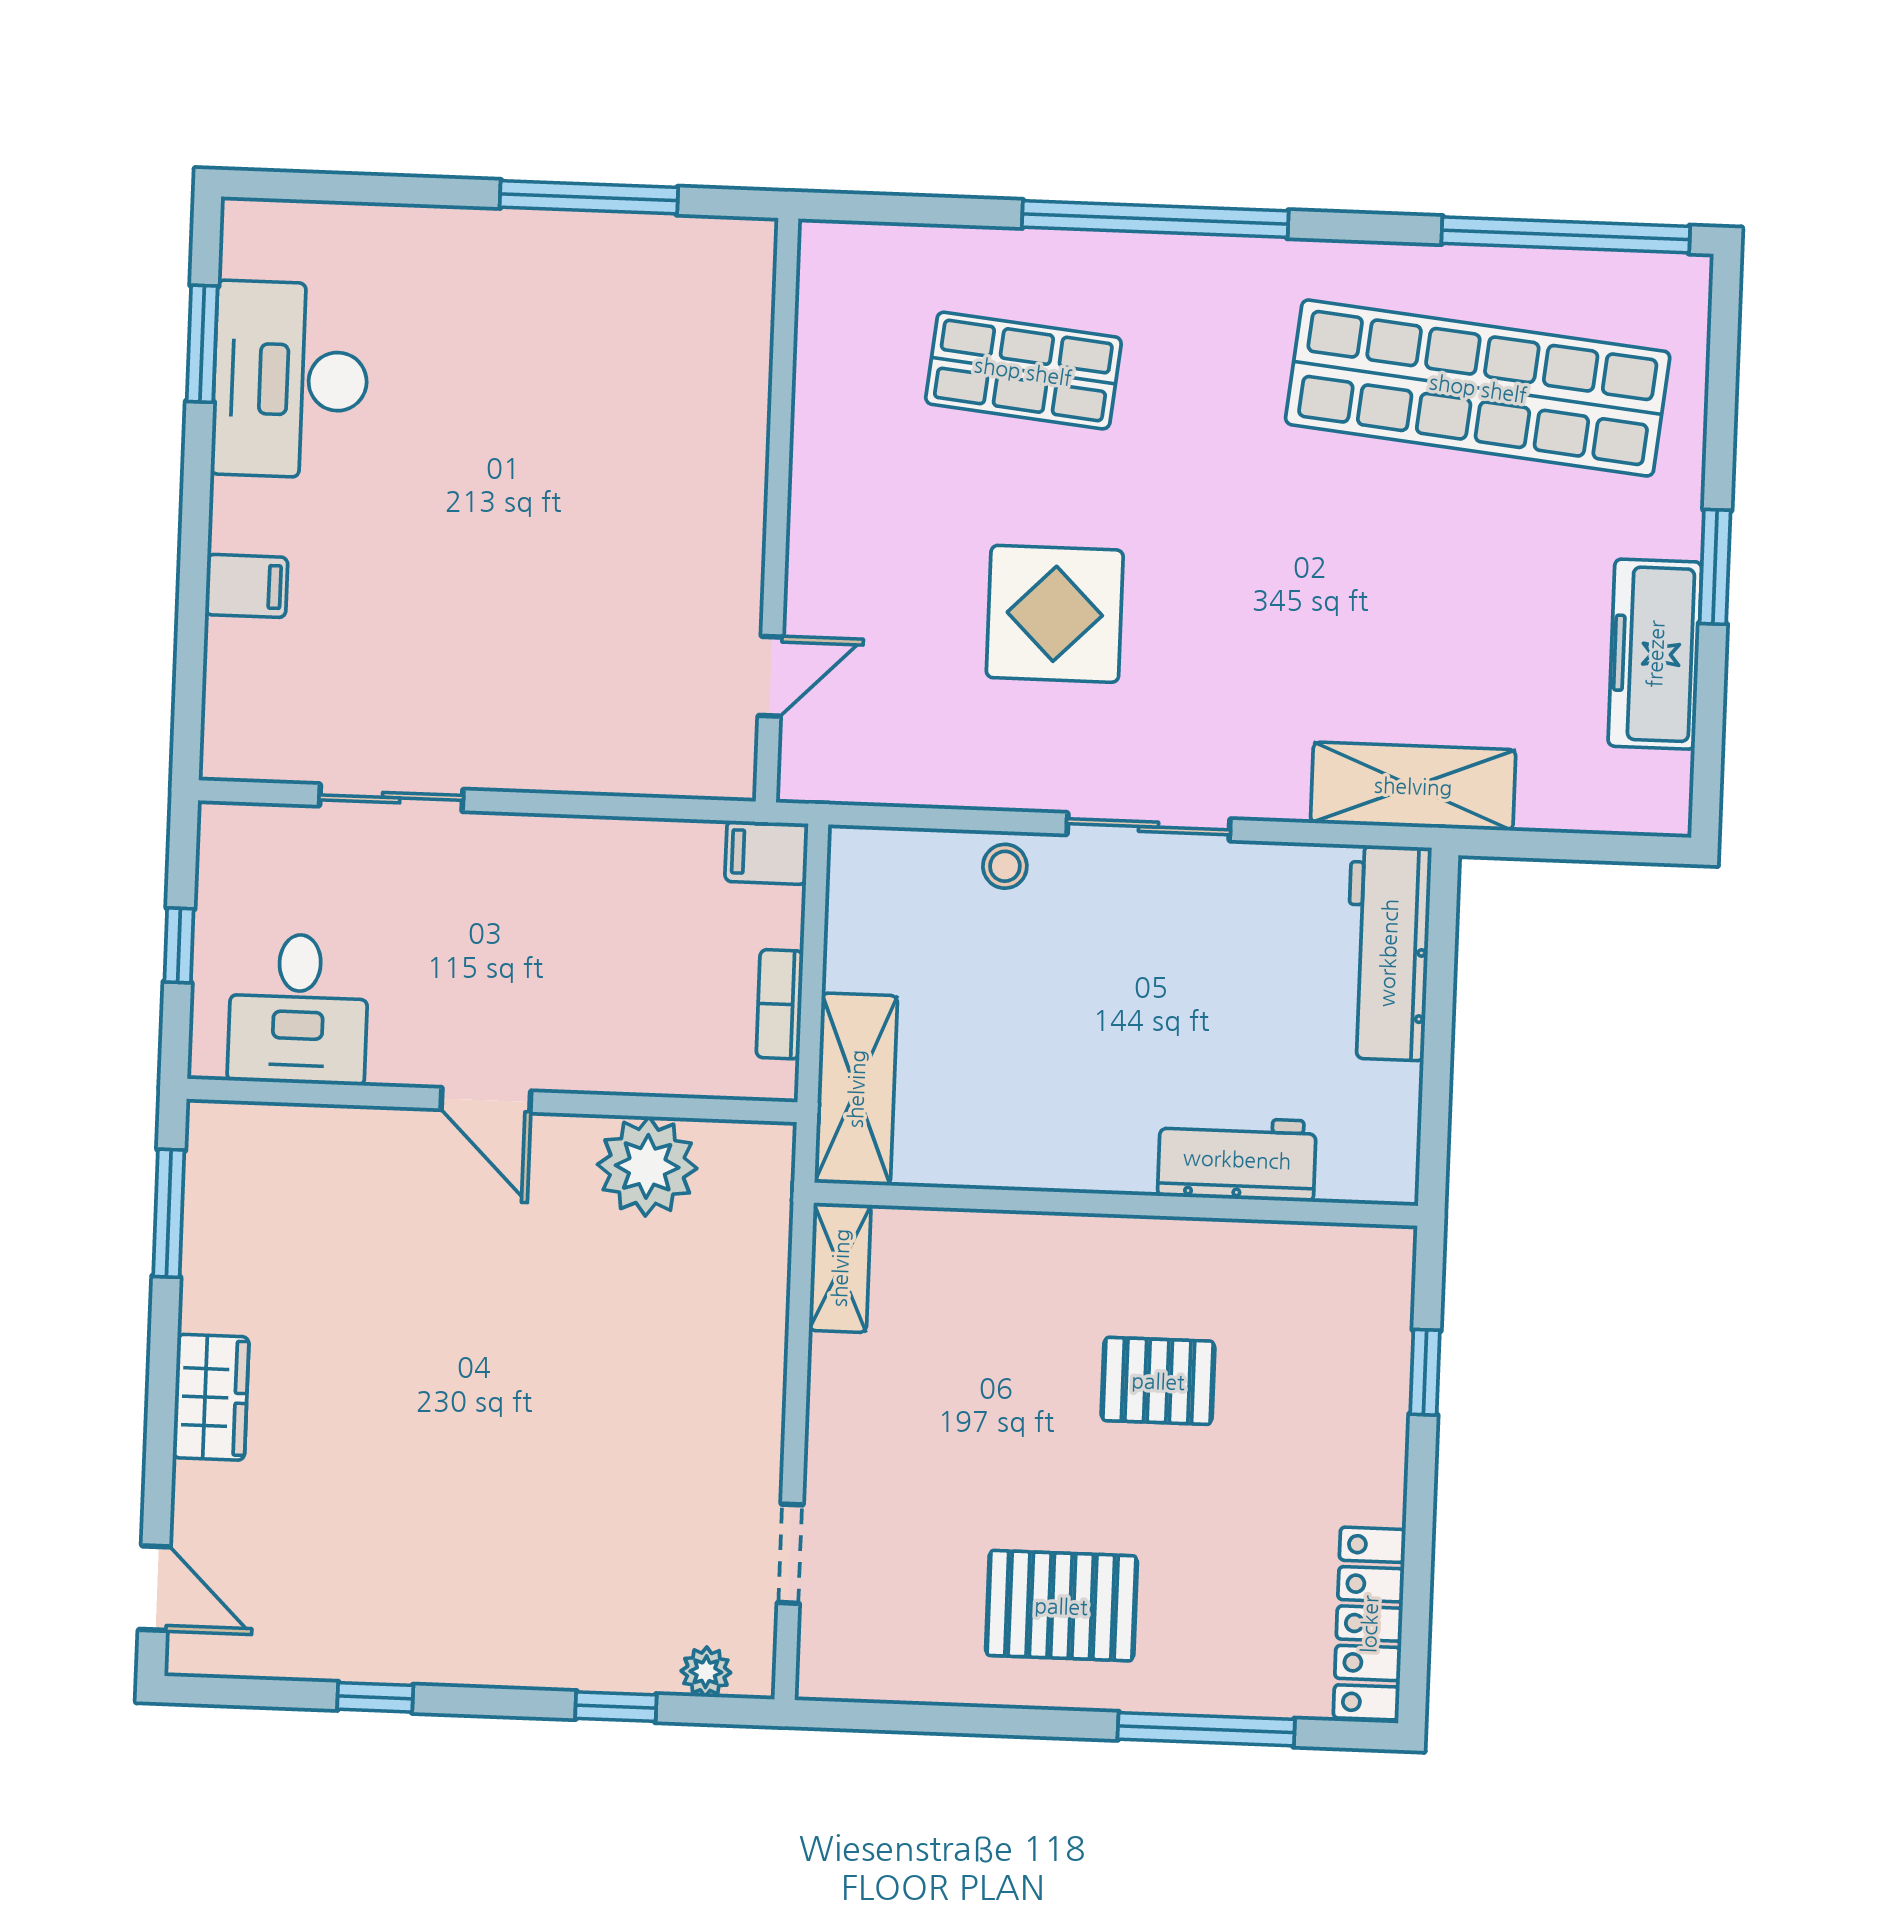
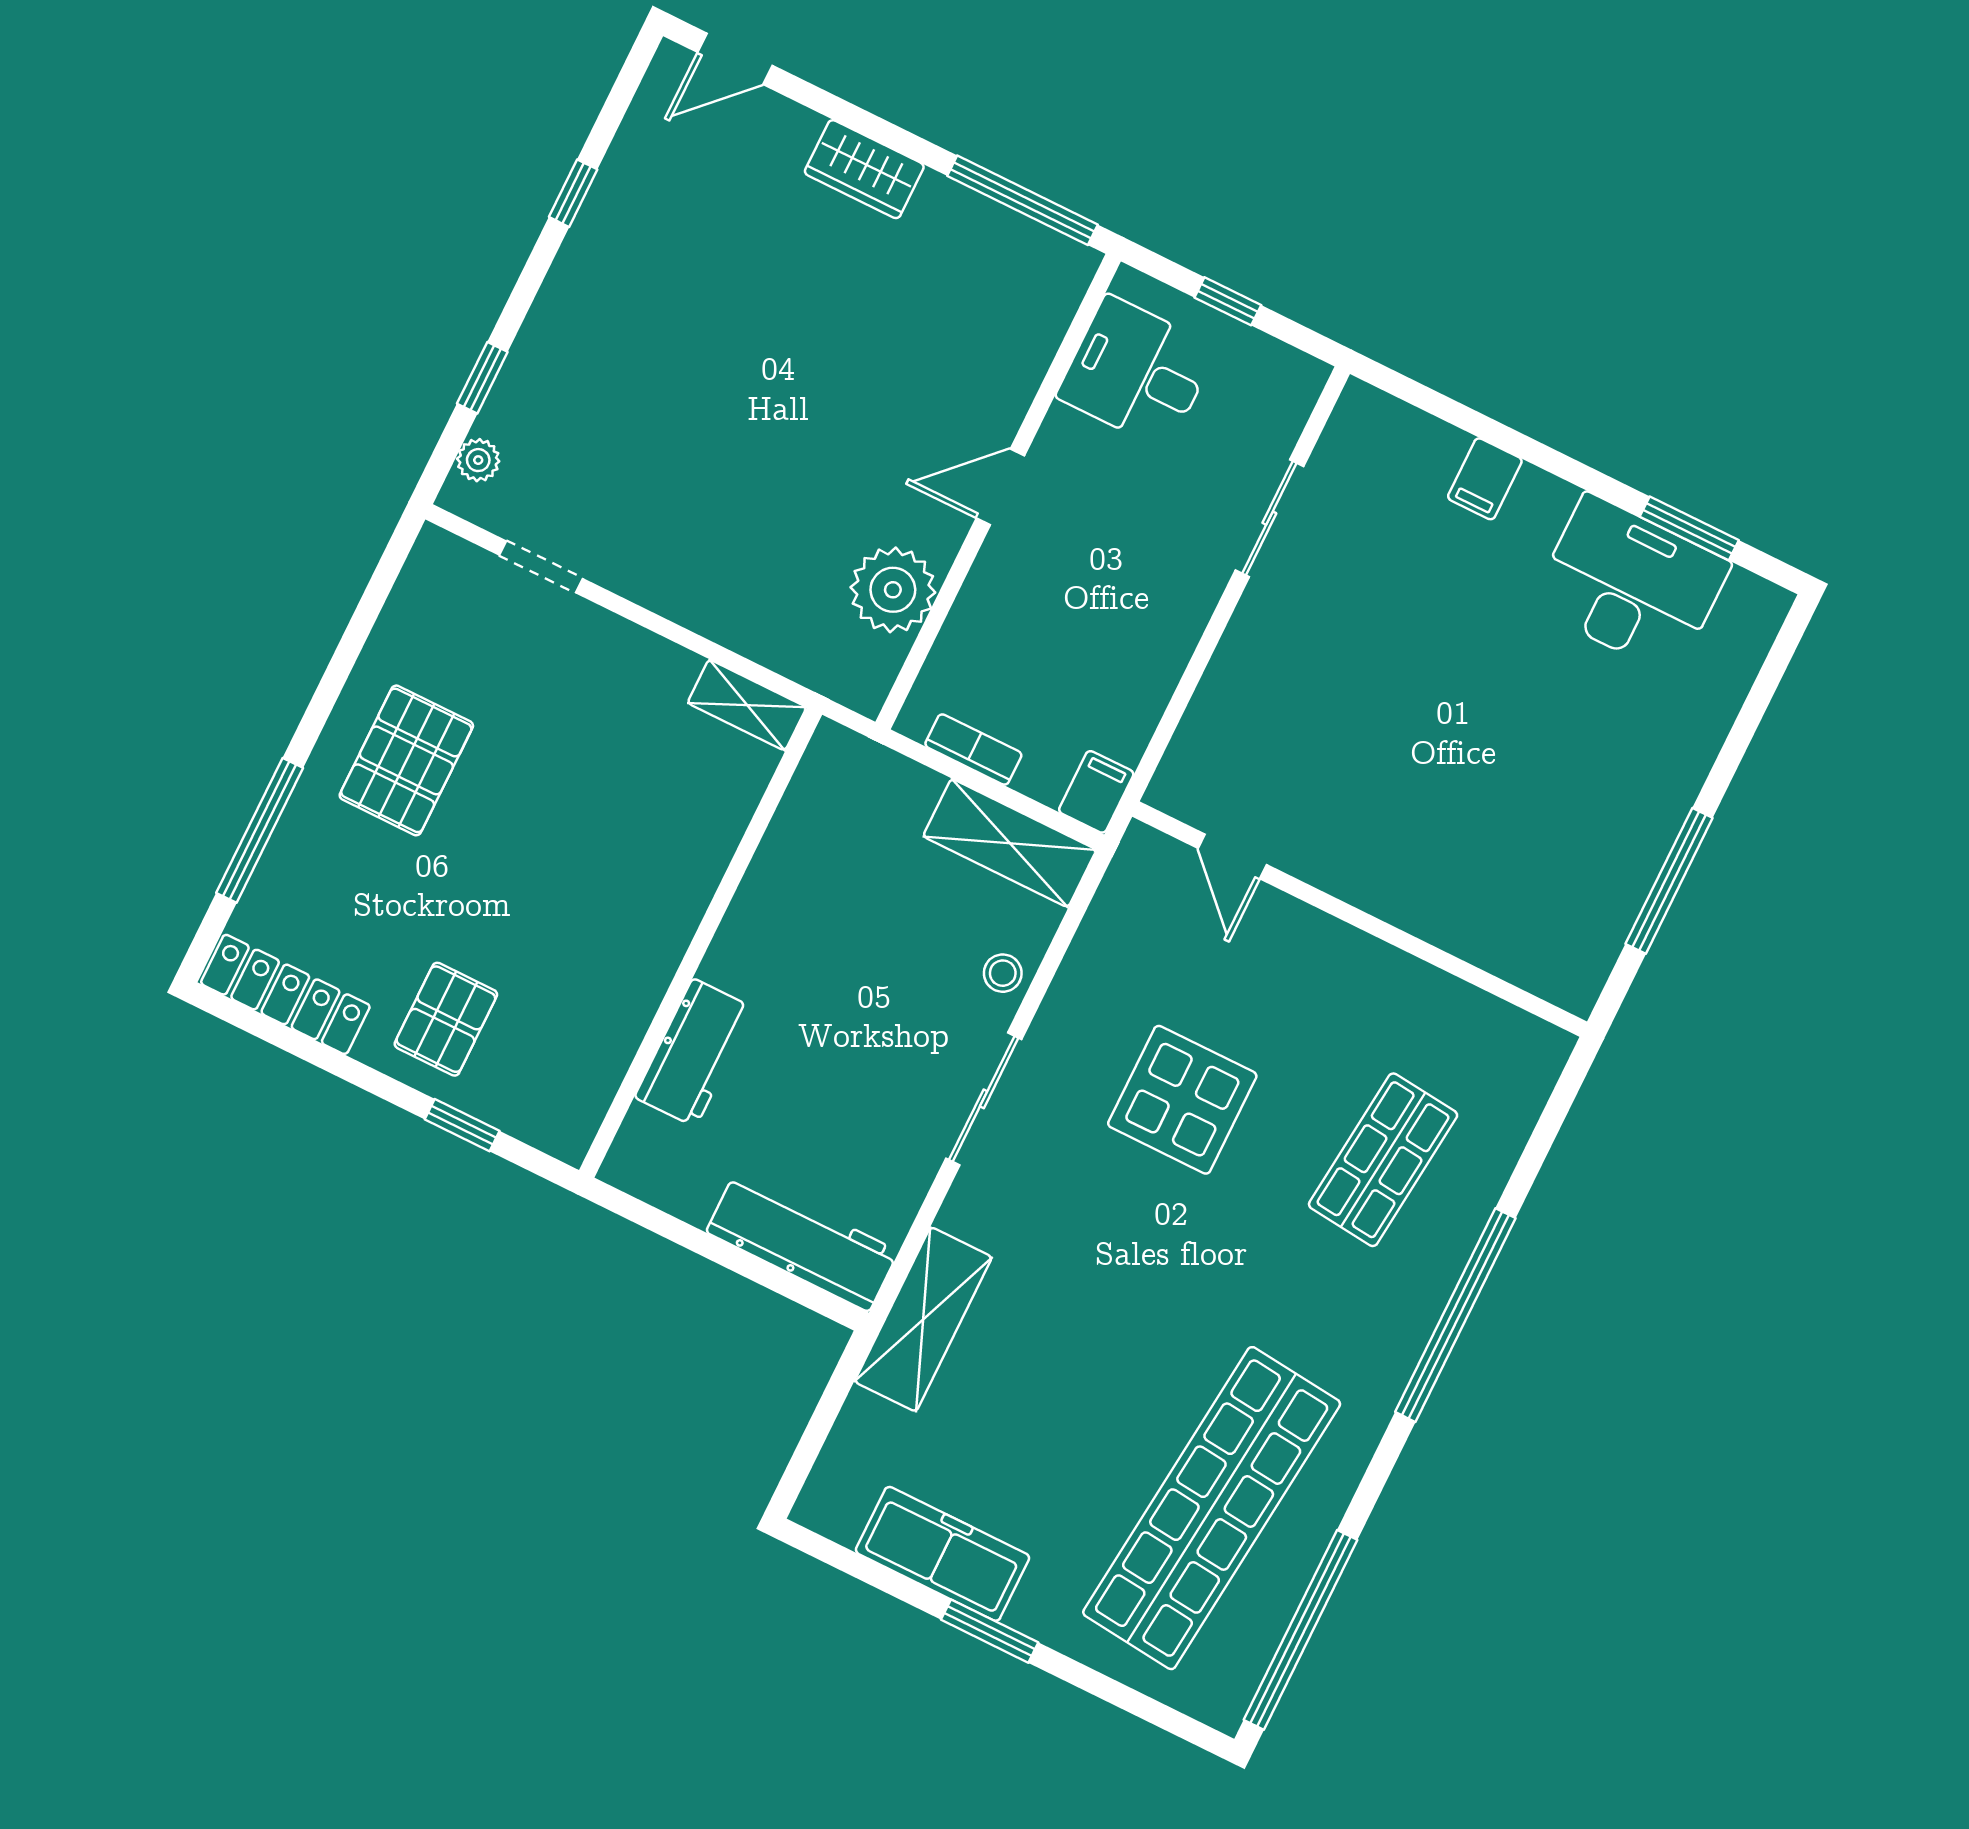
shelving: (856, 1089) -> (1010, 843), moved
window: (169, 1213) -> (1022, 200), width x1.44
pallet: (1158, 1381) -> (446, 1019), moved

